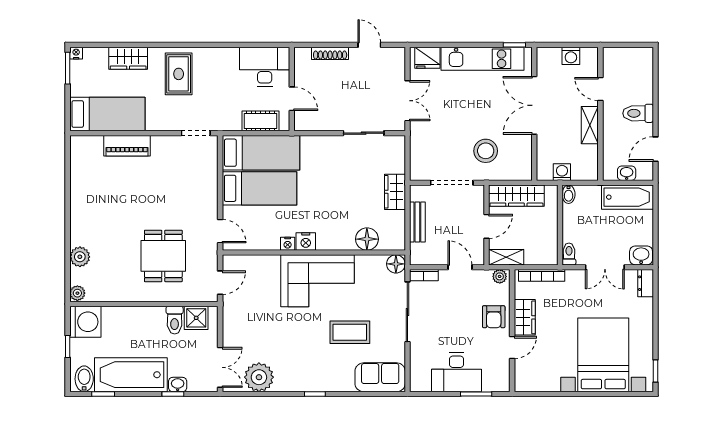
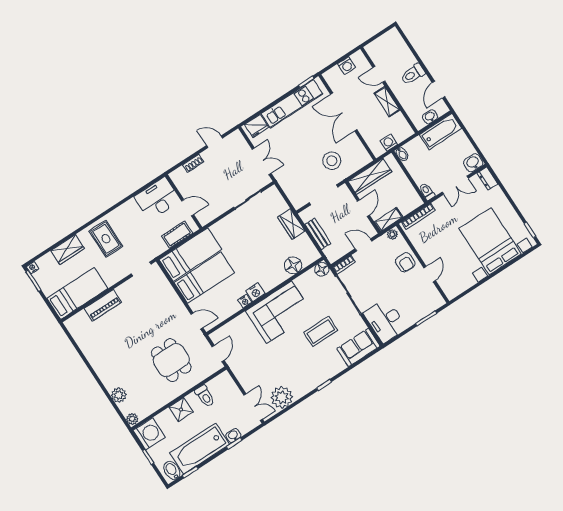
shoe rack: (330, 53) -> (193, 163), width x0.70
wardrobe: (525, 317) -> (425, 250), removed
shower: (196, 318) -> (181, 410), moved
desk: (457, 372) -> (385, 321), moved, turned 90

